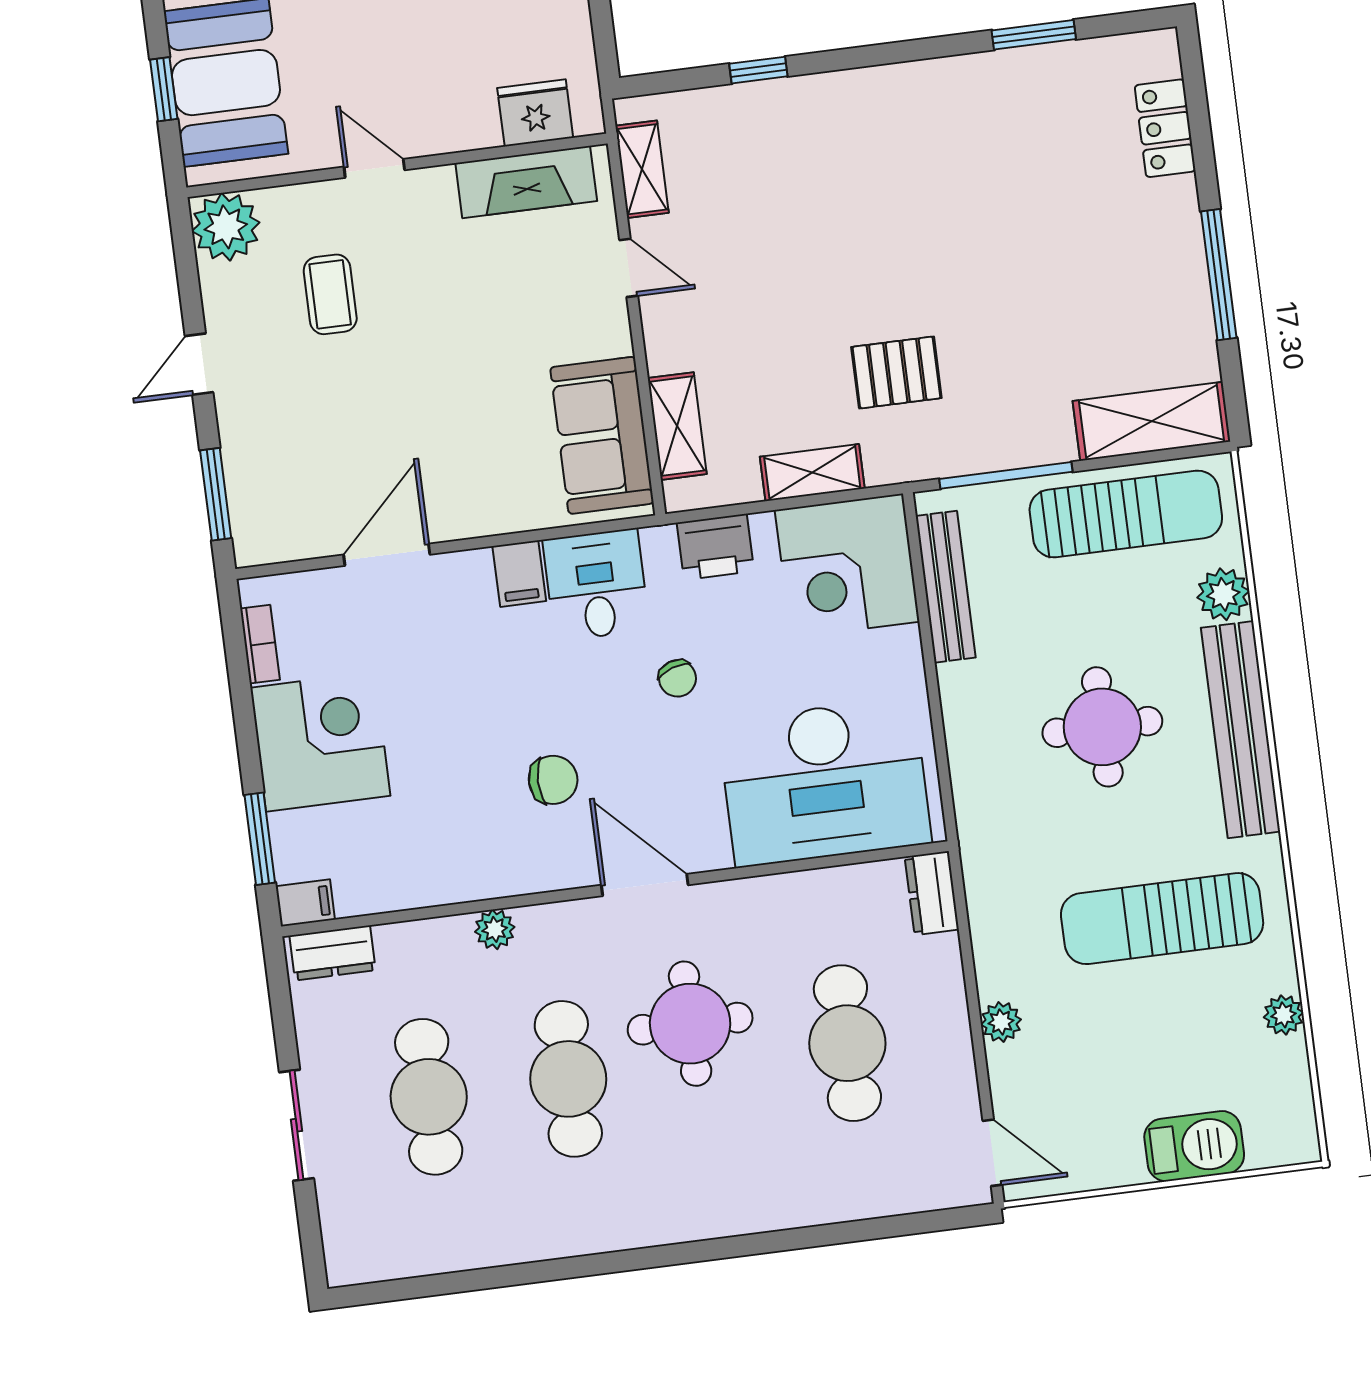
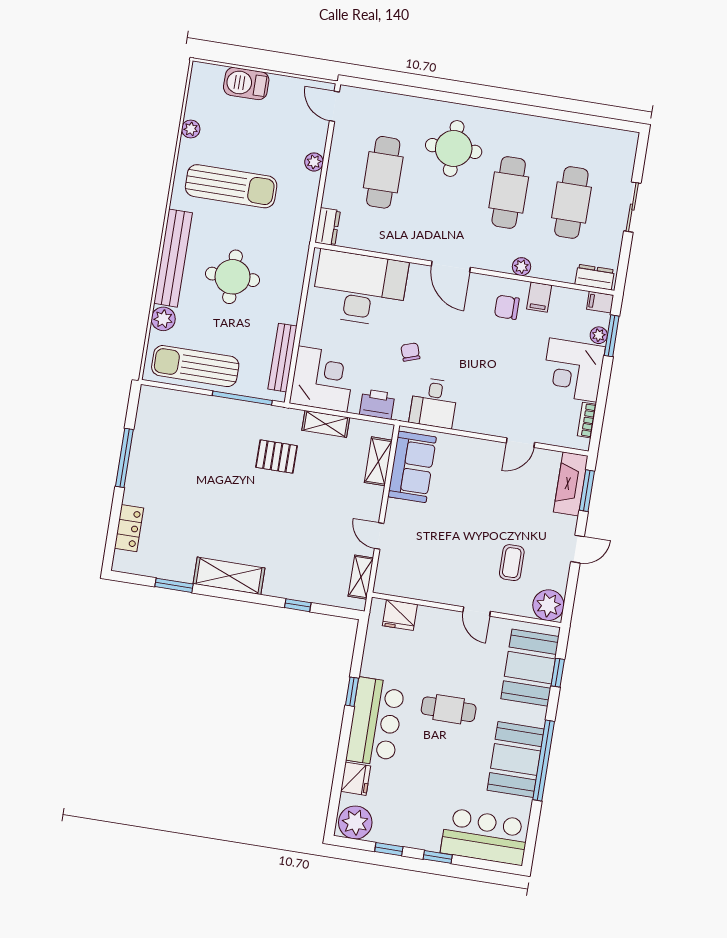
fireplace: (526, 182) -> (571, 484), moved, turned -90
shelving: (1151, 421) -> (229, 576), moved
door: (387, 555) -> (520, 443), width x0.73
filing cabinet: (519, 574) -> (539, 297), moved, turned 180
chair: (553, 780) -> (507, 307), moved
plant: (288, 832) -> (599, 335), added
round table: (690, 1024) -> (454, 148), moved

